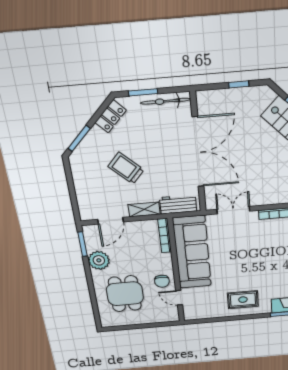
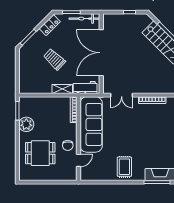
double door: (198, 152) -> (101, 53), swing flipped
double door: (233, 210) -> (122, 95), swing flipped
door: (111, 221) -> (39, 95), removed
dining table: (125, 294) -> (40, 153), turned 90
door: (179, 298) -> (78, 160), swing flipped
rug: (243, 300) -> (124, 167), turned 90

